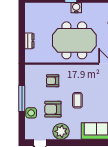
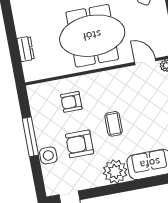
plant: (61, 131) -> (115, 171), moved

